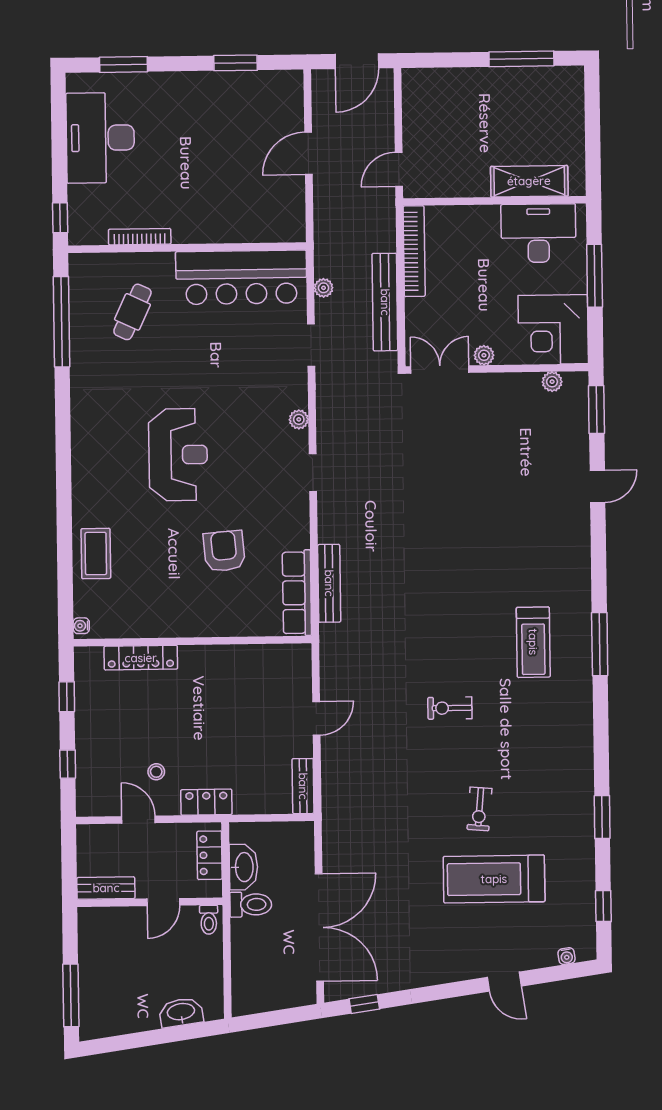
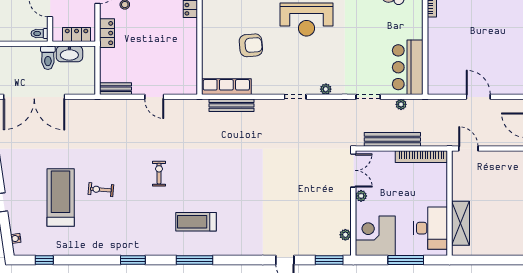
bar counter: (241, 277) -> (408, 67), width x0.73
window: (602, 817) -> (133, 260), moved

